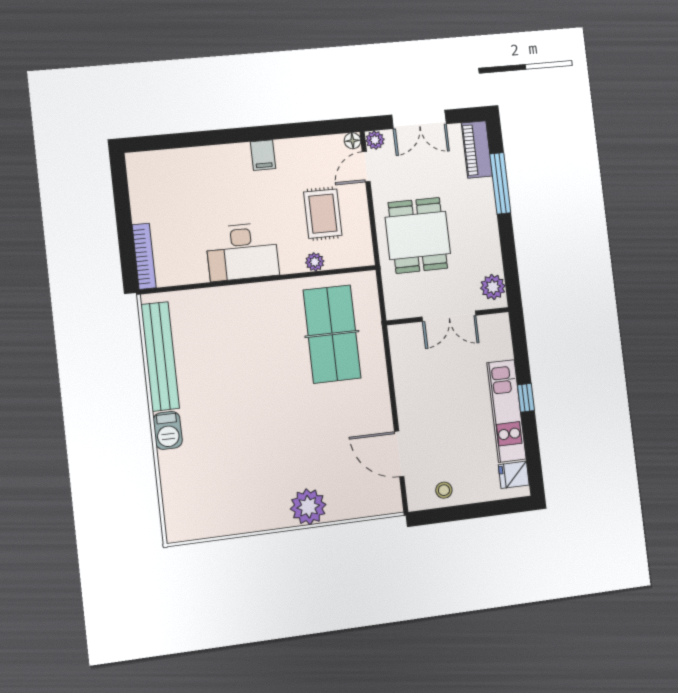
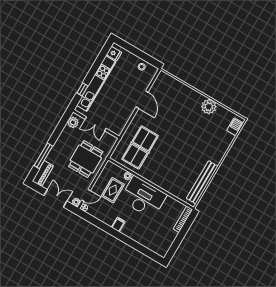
desk: (242, 252) -> (143, 197), width x1.36, depth x1.30
double door: (449, 316) -> (96, 124), swing flipped
window: (526, 398) -> (82, 89), moved
kitchen unit: (506, 411) -> (96, 84), width x1.36
barbecue: (168, 430) -> (235, 127), moved
door: (399, 454) -> (142, 100), moved
plant: (308, 507) -> (209, 107), moved

